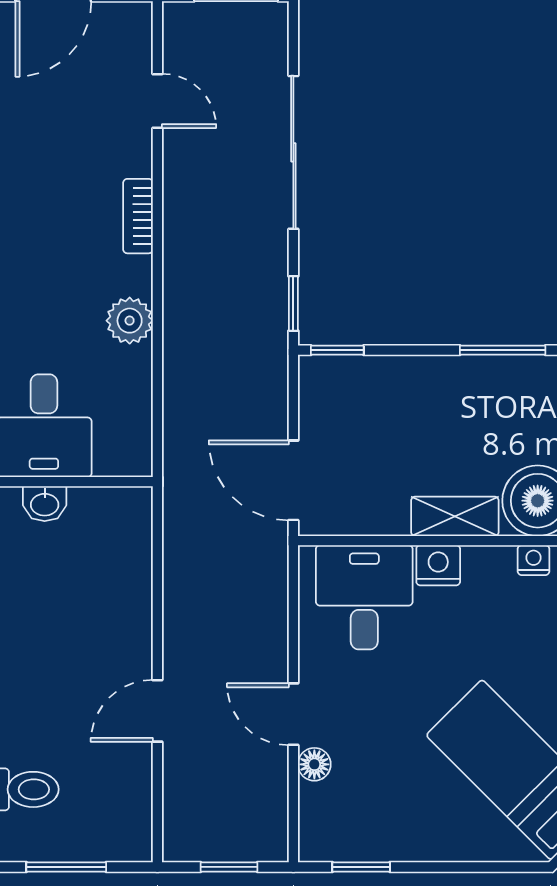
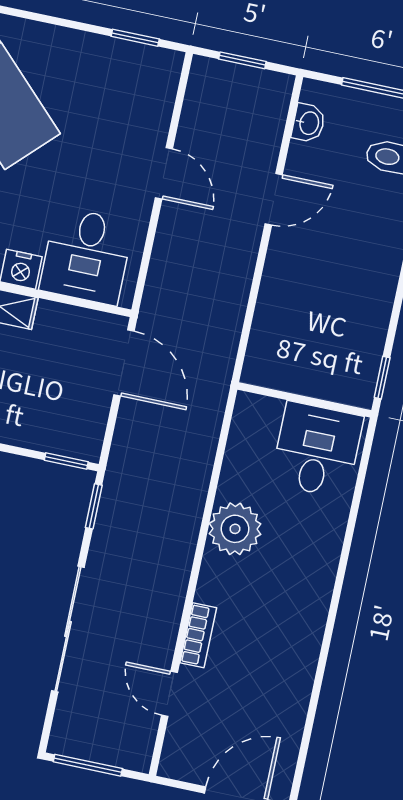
bookcase: (138, 216) -> (198, 635), moved
plant: (130, 321) -> (235, 529), width x1.36, depth x1.36
washbasin: (45, 504) -> (308, 123), moved, turned 90
floor lamp: (314, 764) -> (156, 129), removed

